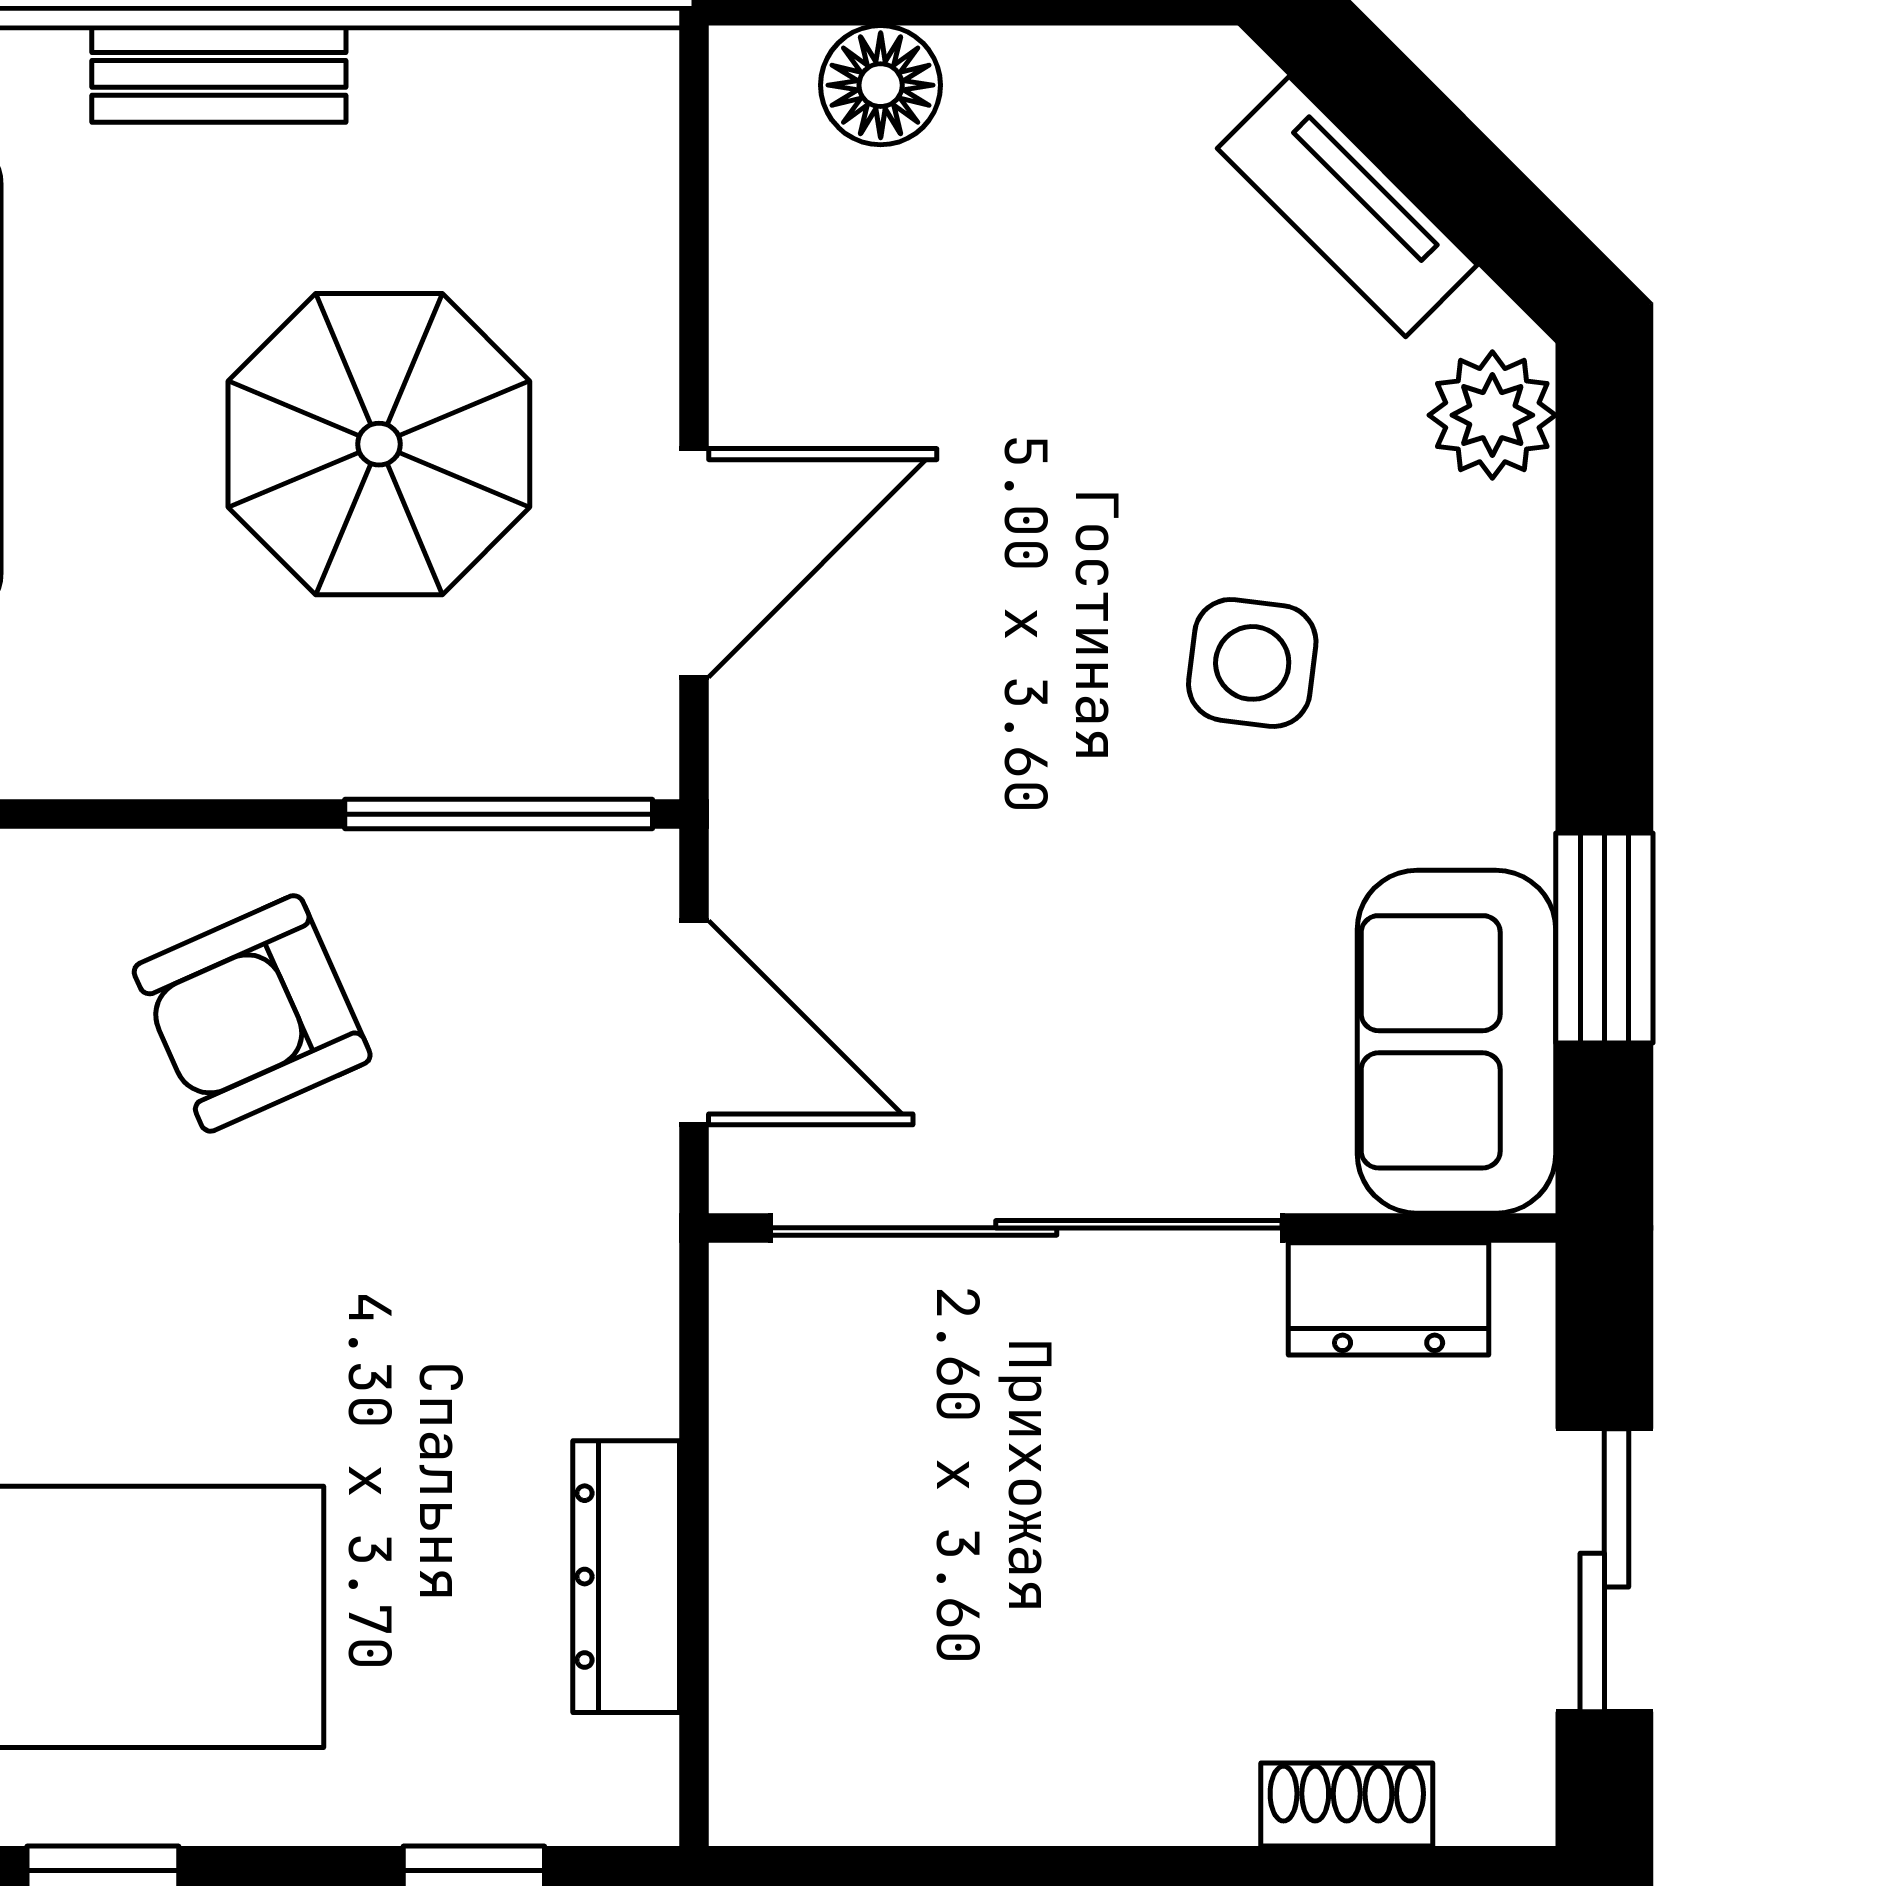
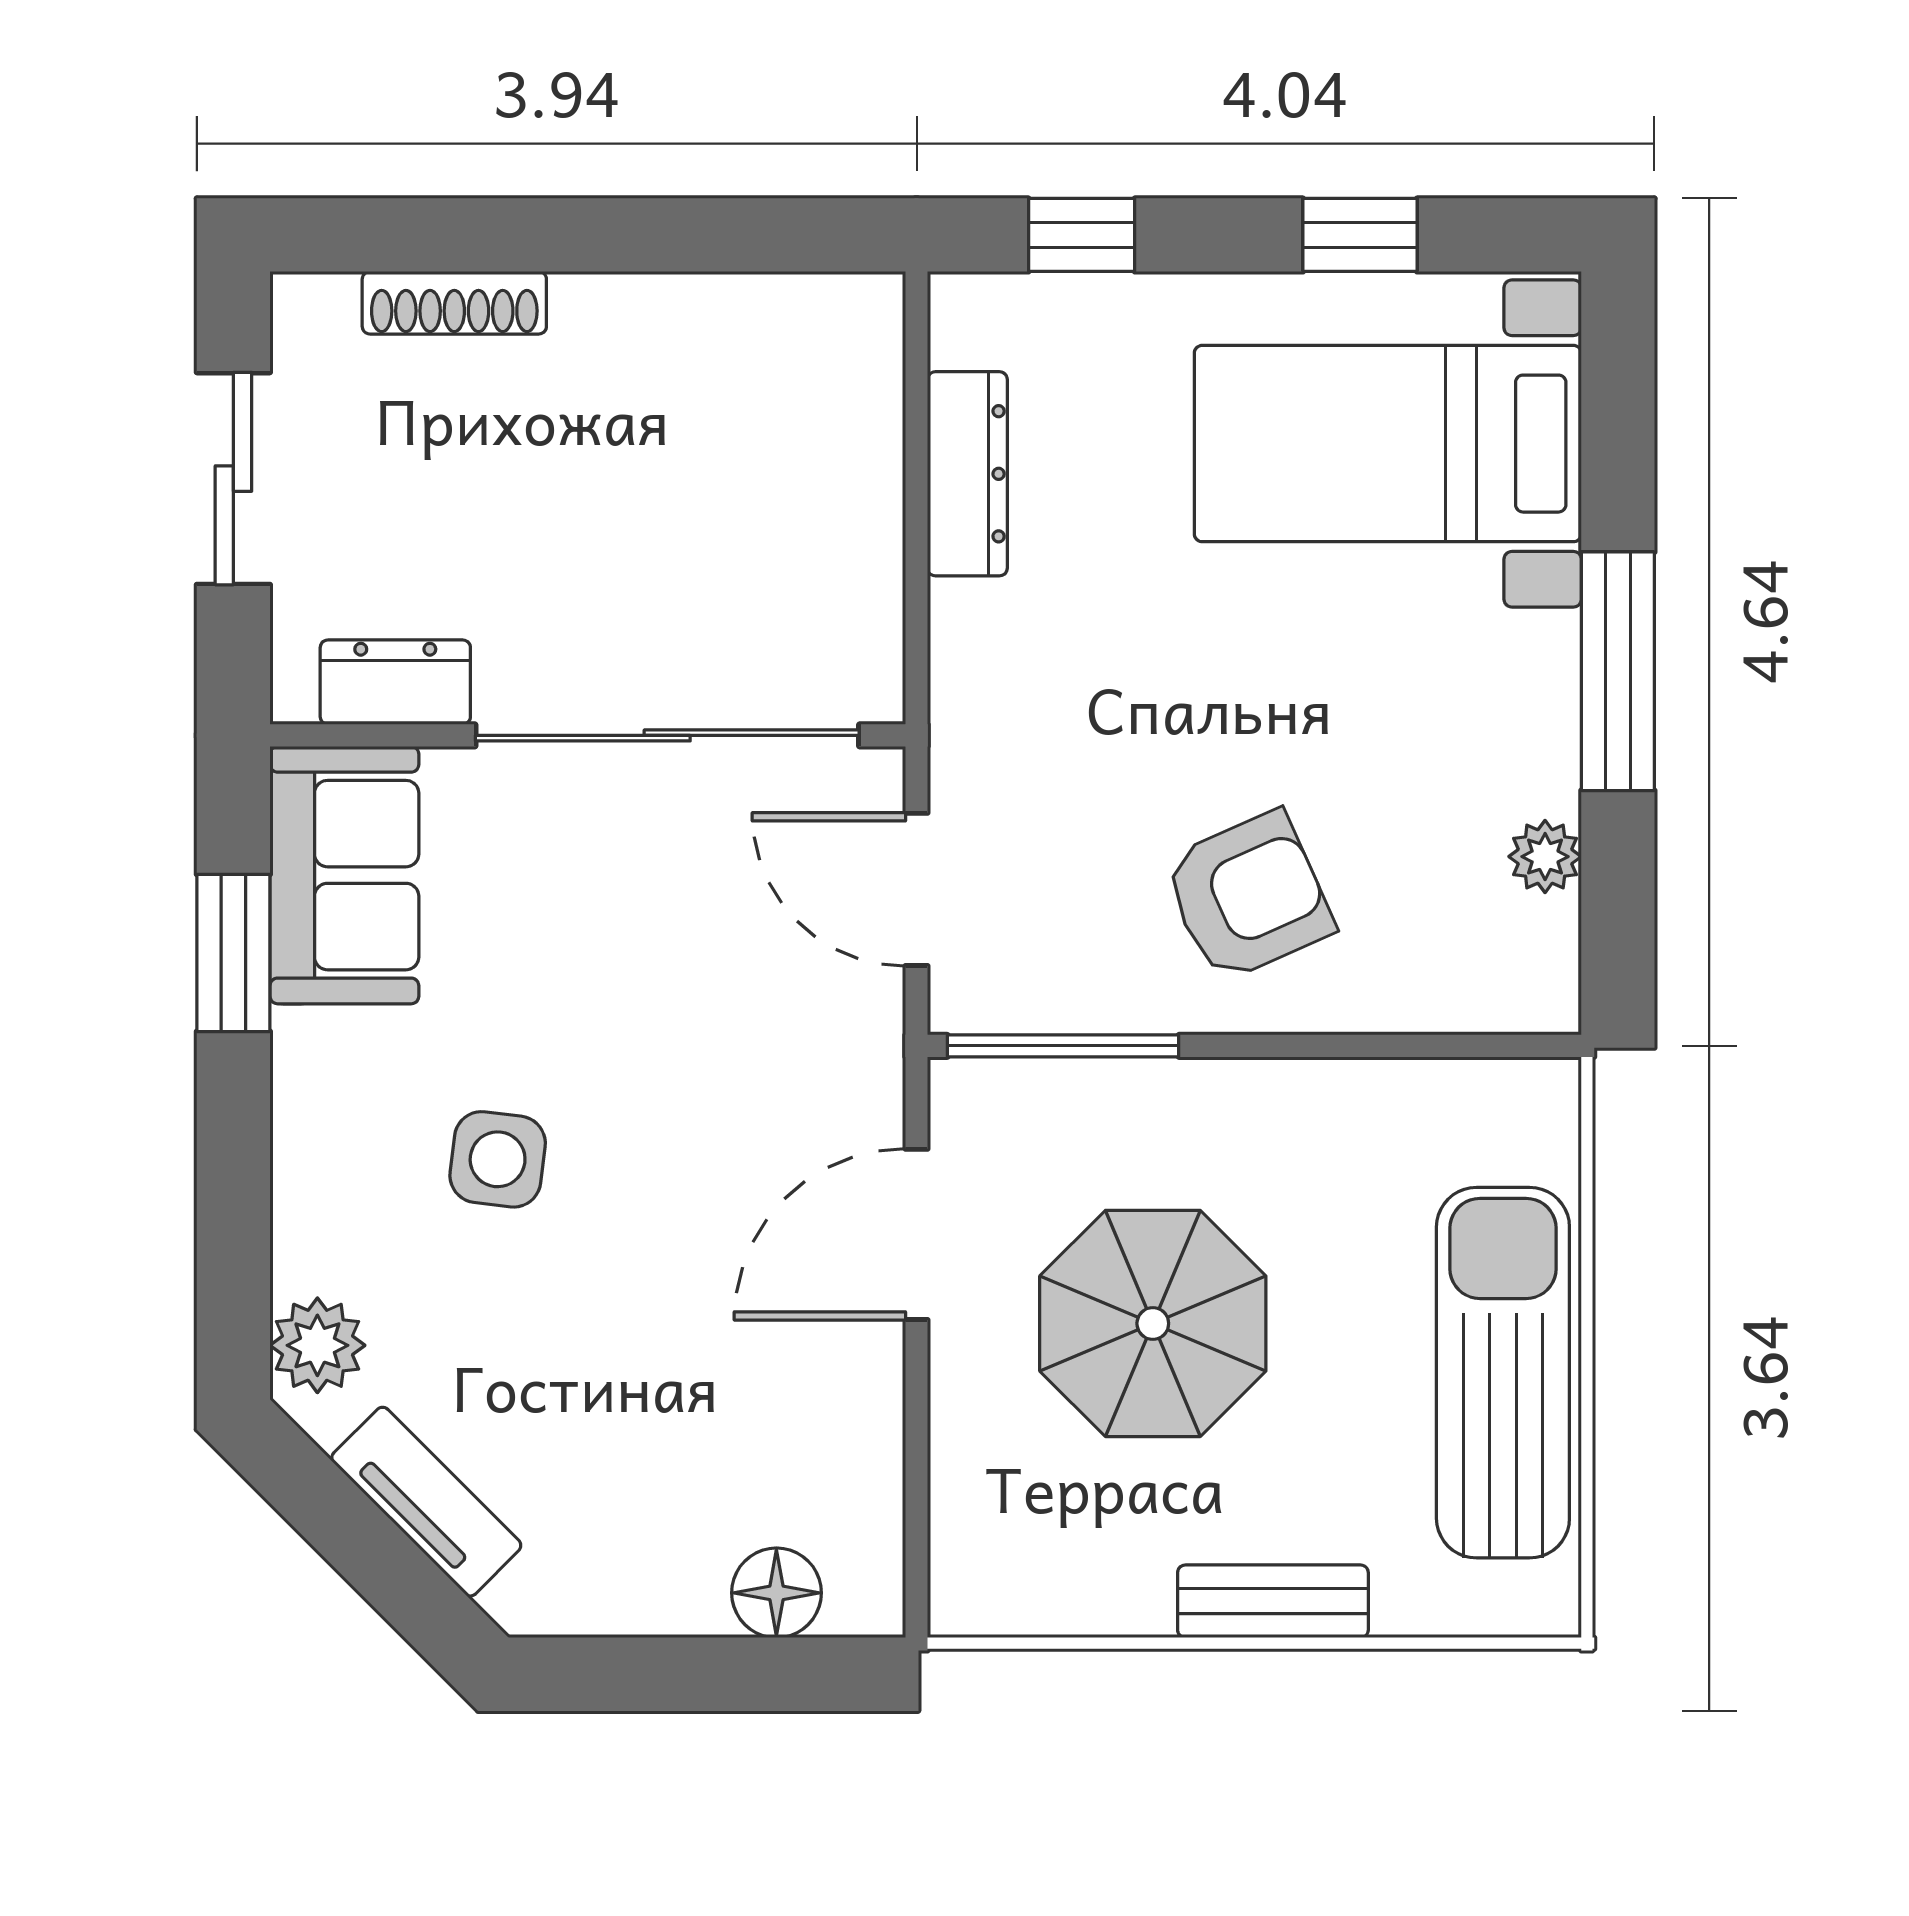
shoe rack: (1347, 1805) -> (454, 303), width x1.43

